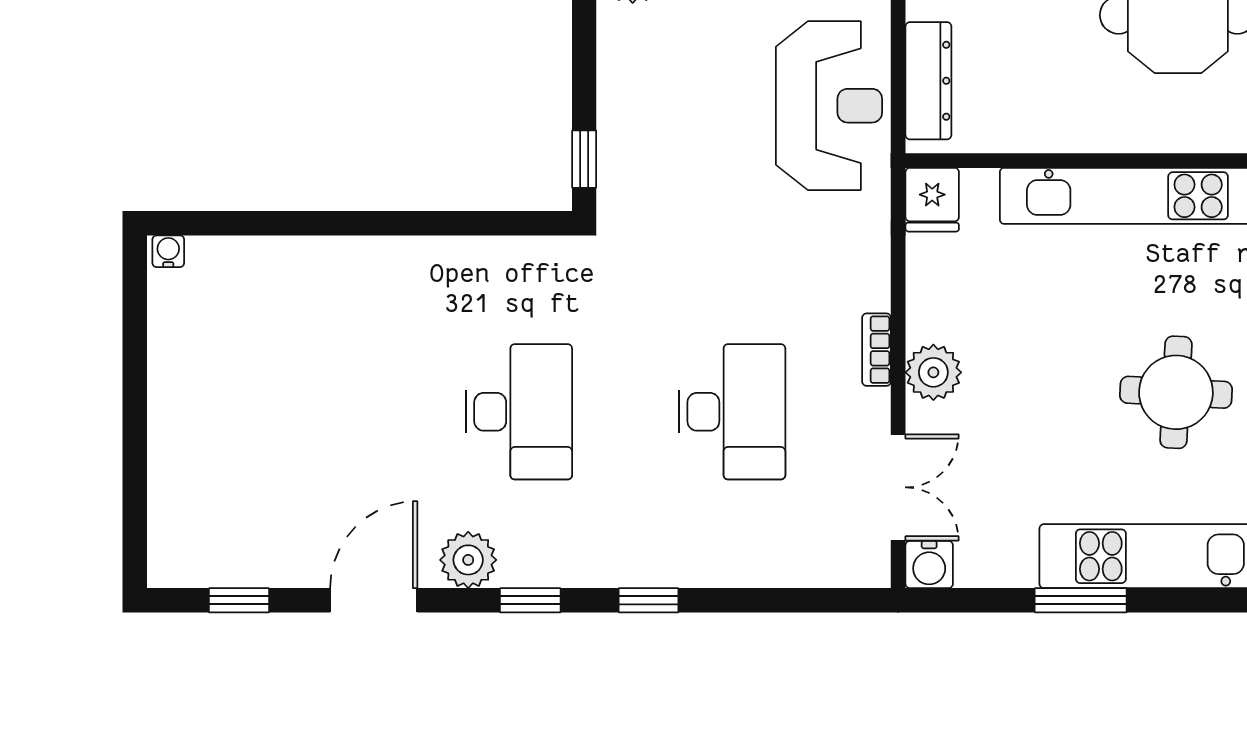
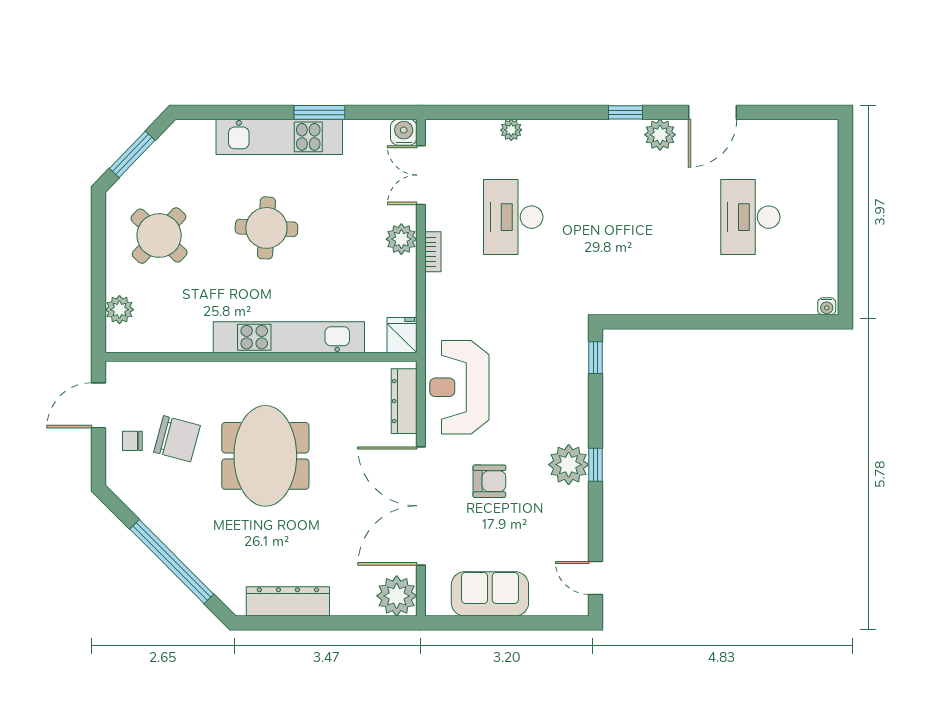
desk: (519, 412) -> (750, 217), moved
plant: (736, 569) -> (511, 130), added
window: (239, 600) -> (787, 112), removed
window: (649, 600) -> (560, 112), removed

